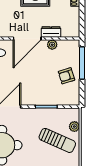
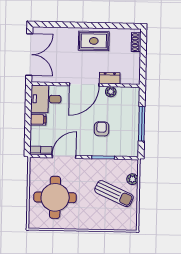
window: (82, 63) -> (142, 124), moved
armchair: (66, 76) -> (102, 129), moved, turned 107

